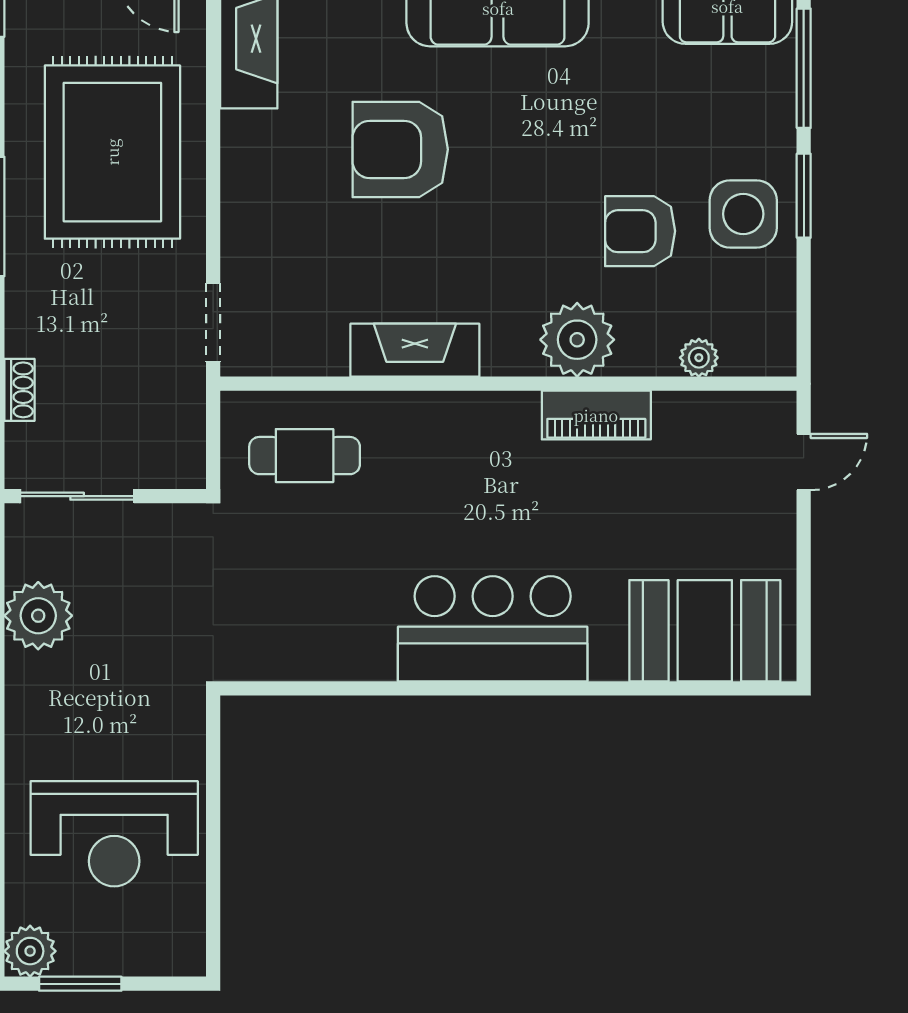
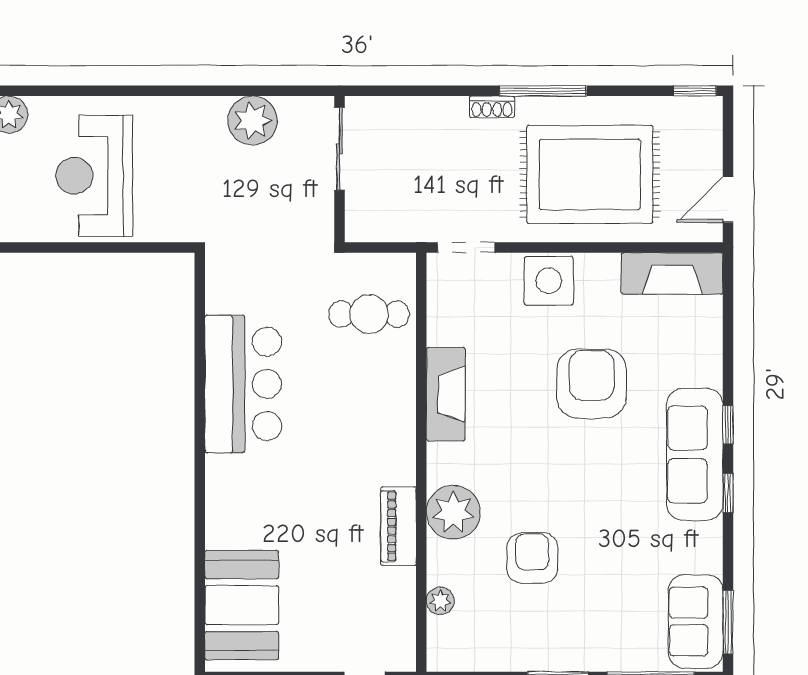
side table: (743, 214) -> (549, 281), moved
shoe rack: (20, 390) -> (492, 107), moved
cafe table: (305, 456) -> (369, 314), turned 90
bar counter: (493, 629) -> (243, 384), moved

